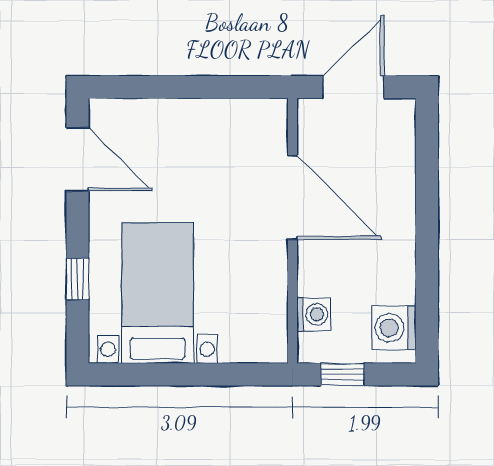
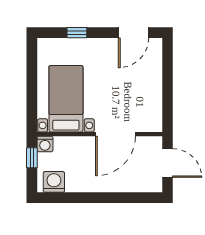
bed with nightstands: (158, 293) -> (66, 99), moved, turned -90
washing machine: (313, 314) -> (45, 144), moved

